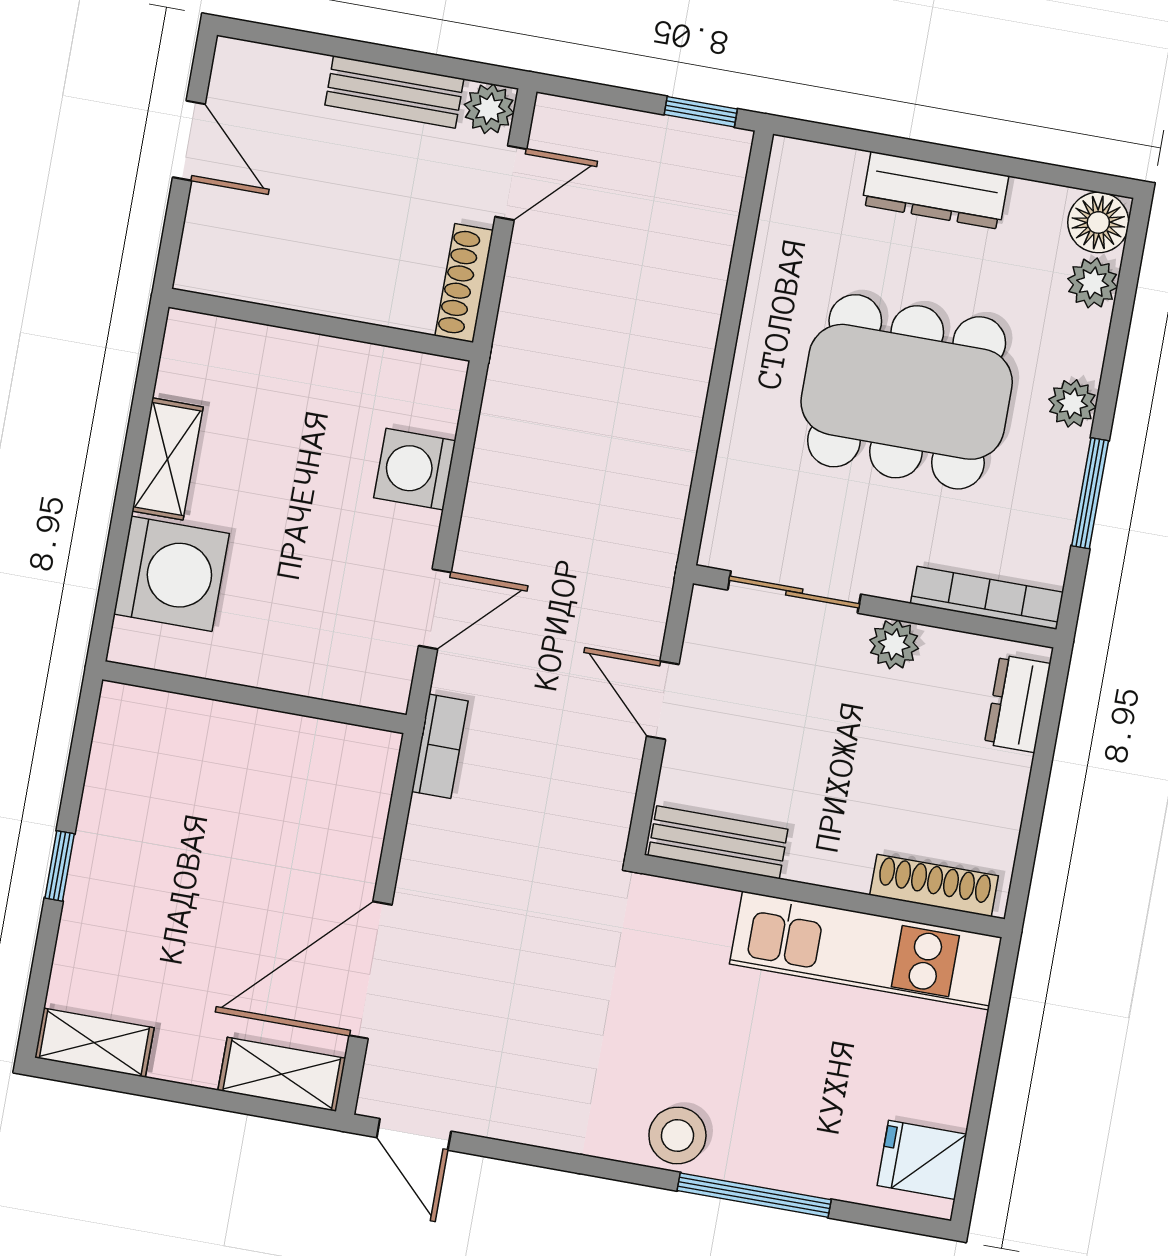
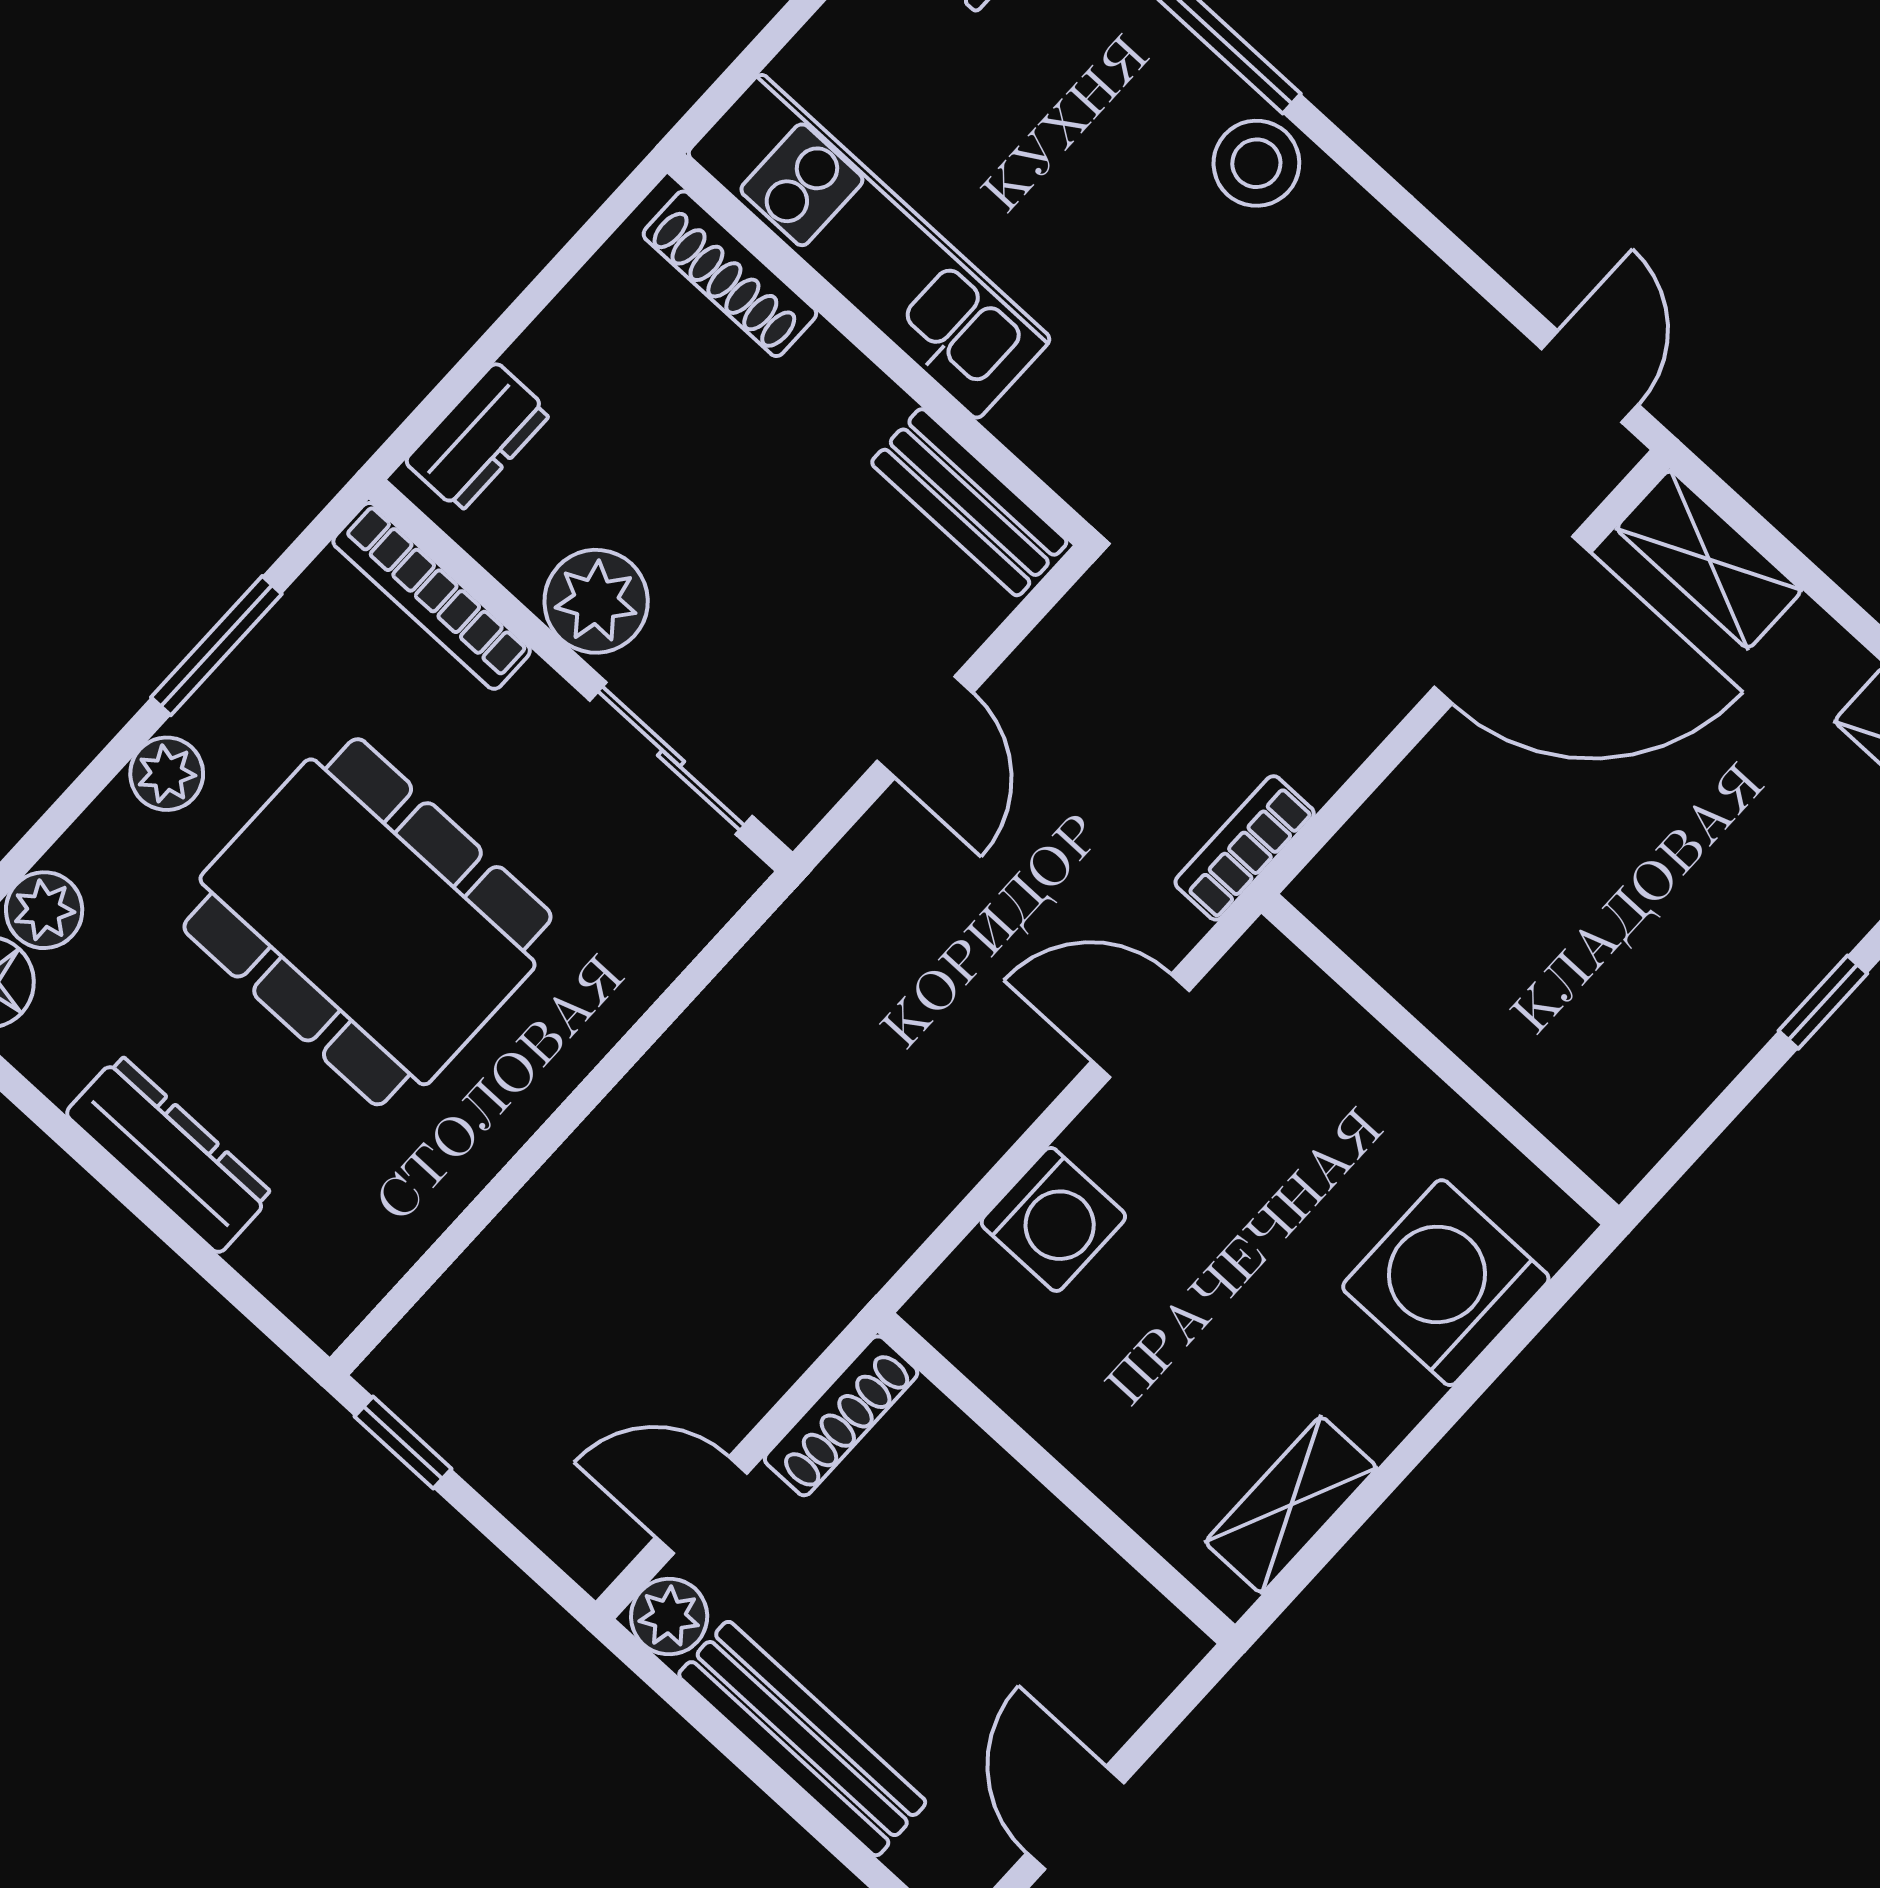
bench: (394, 92) -> (802, 1739), width x1.36
shelving: (168, 459) -> (1291, 1505), moved
plant: (894, 644) -> (596, 601), width x1.38, depth x1.38

